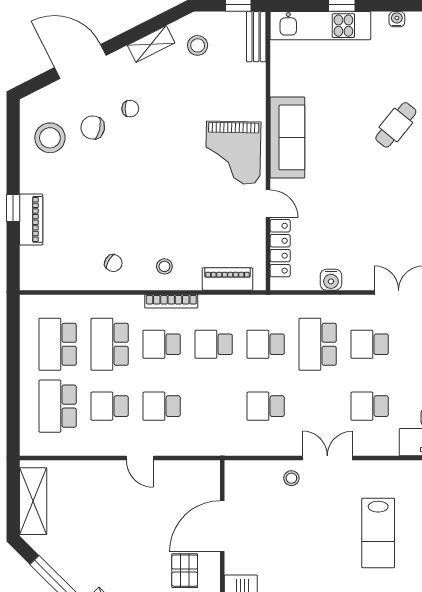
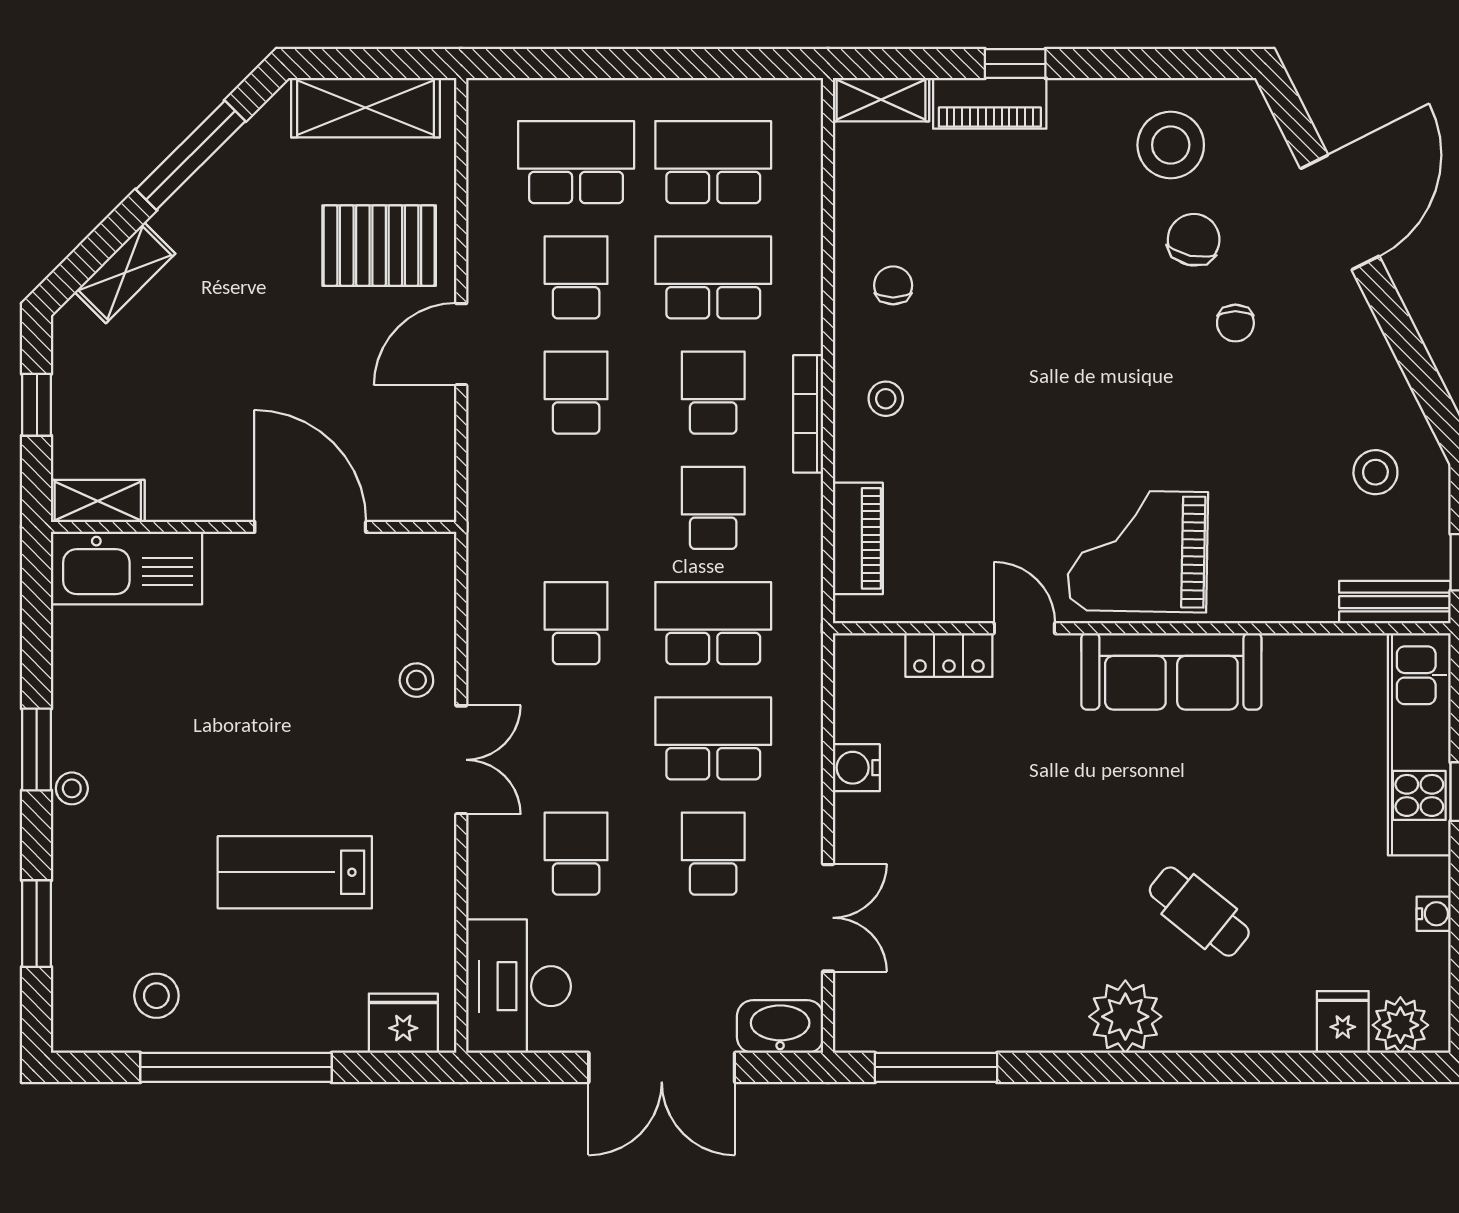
shelving: (151, 44) -> (881, 100), moved, turned -63
door: (268, 204) -> (1024, 628), swing flipped
locker: (280, 248) -> (949, 655), width x0.66
chair: (113, 263) -> (893, 285), turned 150
school desk: (266, 344) -> (713, 623), width x1.85
door: (140, 458) -> (461, 344), width x1.38
pallet: (185, 571) -> (379, 246), moved, width x1.50, depth x1.42

